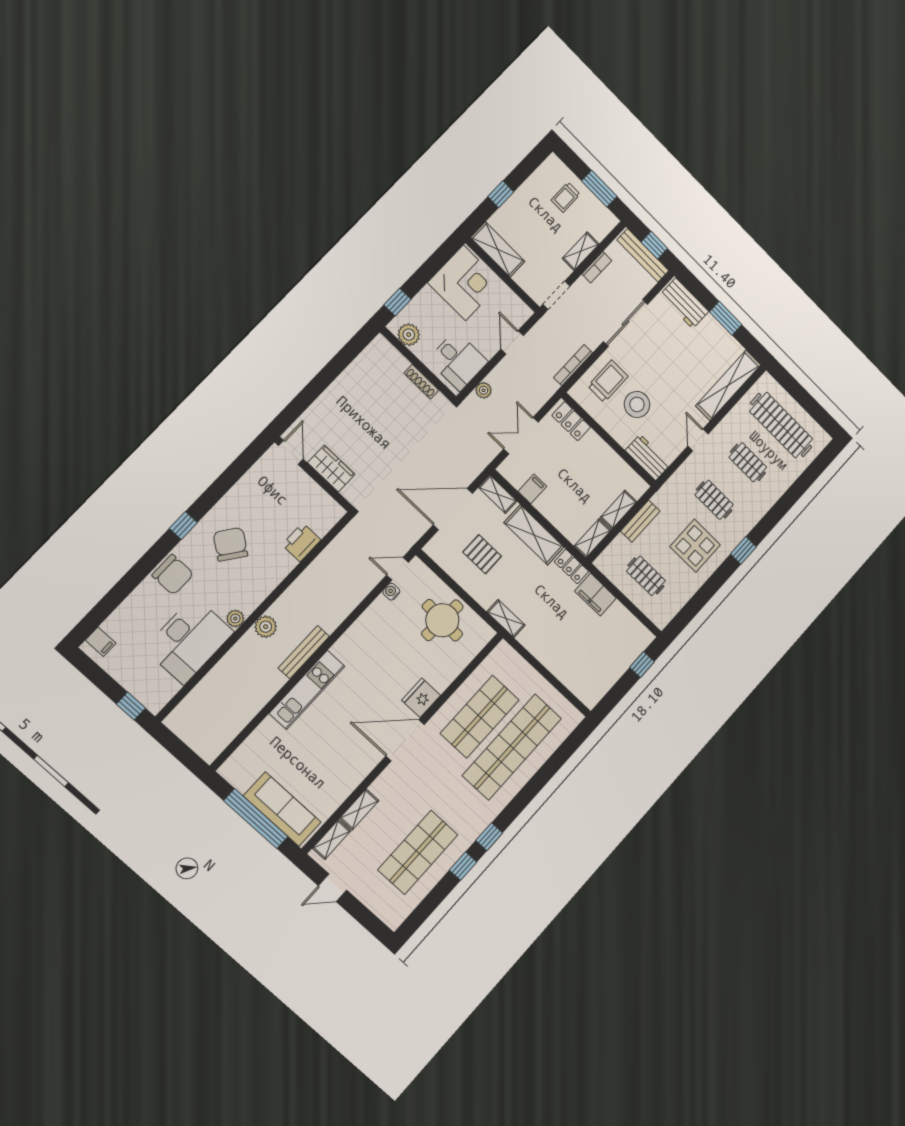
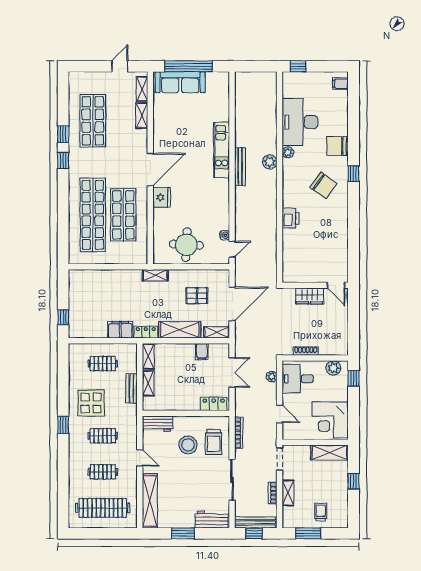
door: (291, 452) -> (336, 285), moved
wardrobe: (331, 469) -> (309, 296), moved
wall: (314, 474) -> (315, 285), moved

